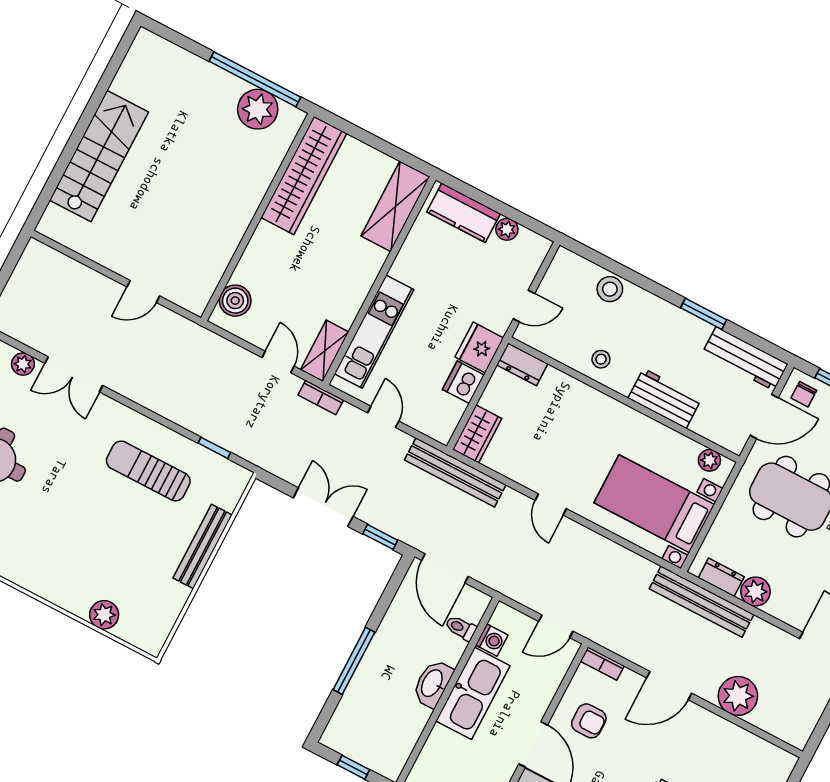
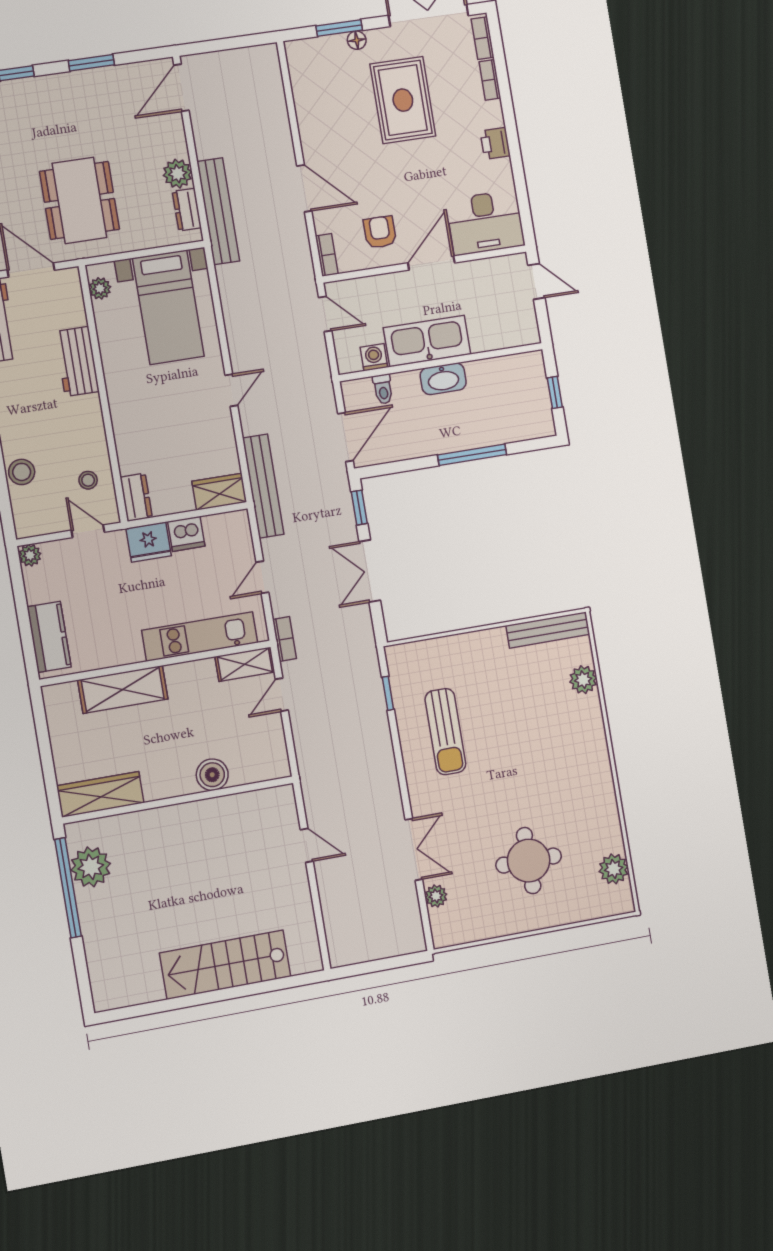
wardrobe: (304, 175) -> (100, 794), width x0.71, depth x0.85
shelving: (395, 206) -> (123, 689), moved
plant: (507, 229) -> (30, 555), moved
boiler: (235, 301) -> (212, 775), moved
stool: (601, 359) -> (88, 480), moved
bench: (203, 546) -> (548, 630), moved
plant: (738, 696) -> (271, 127), removed

